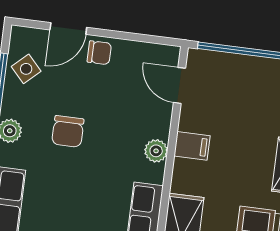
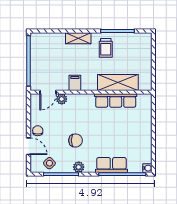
plant: (156, 151) -> (62, 99), moved

